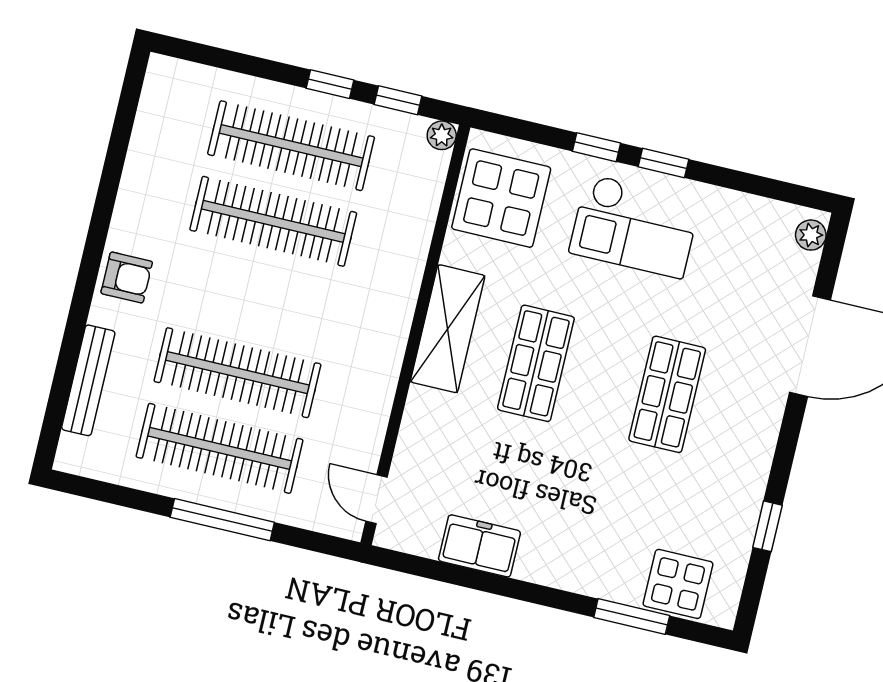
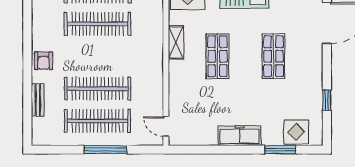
armchair: (127, 277) -> (43, 61), turned 90
shelving: (448, 329) -> (176, 42), width x0.67, depth x0.75
bench: (88, 380) -> (38, 100), width x0.73
freezer: (479, 546) -> (240, 136), moved, width x1.40

